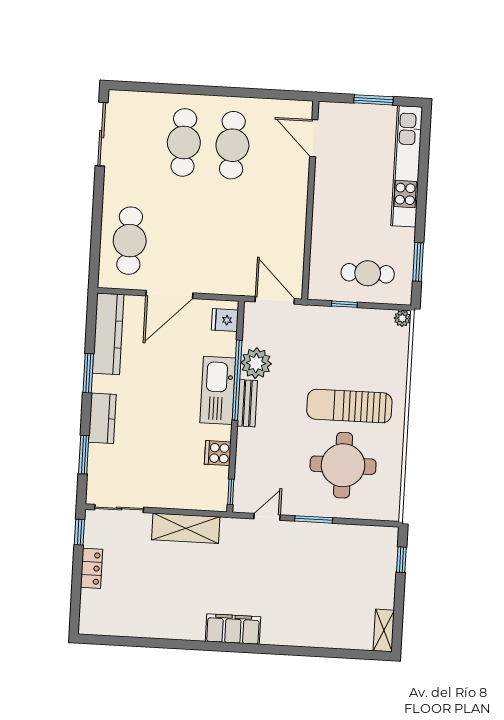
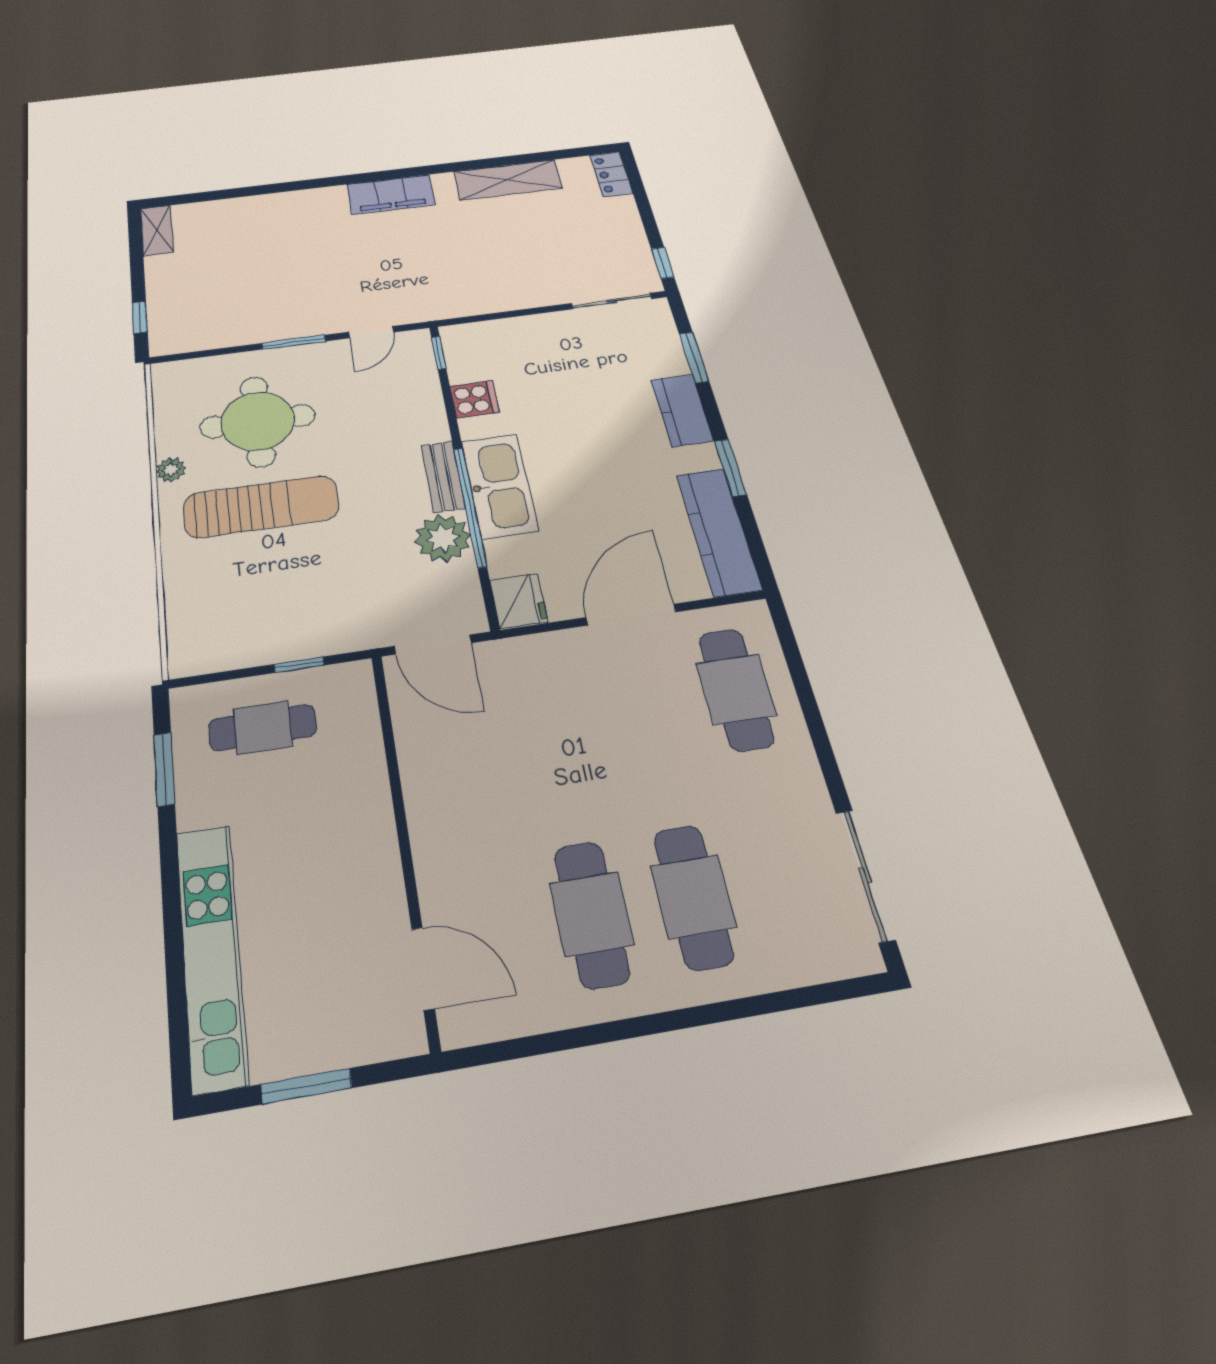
plant: (402, 318) -> (171, 470), moved
fridge: (225, 320) -> (519, 601), width x1.38
shelving: (186, 528) -> (508, 180), moved
locker: (92, 568) -> (611, 174), moved

